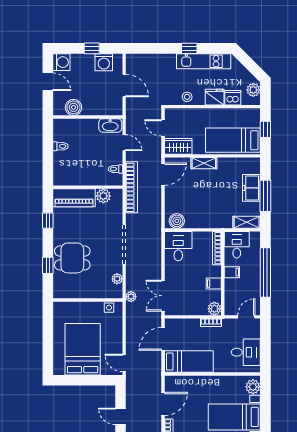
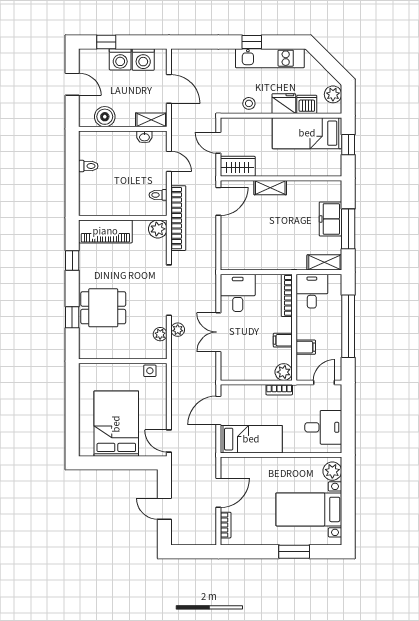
window: (92, 48) -> (106, 42), moved
washing machine: (61, 62) -> (120, 59), moved, turned 90
shelving: (110, 110) -> (151, 120), added
washbasin: (110, 125) -> (144, 137), width x0.52, depth x0.69
bed: (233, 140) -> (307, 133), moved
plant: (103, 196) -> (158, 229), moved
boiler: (177, 221) -> (236, 261), removed
filing cabinet: (232, 272) -> (306, 347), moved
plant: (131, 296) -> (178, 330), moved
double door: (163, 296) -> (218, 332), moved

